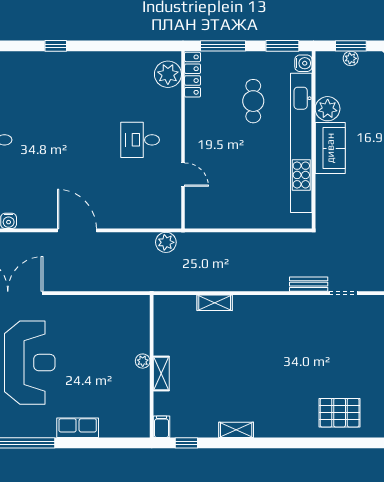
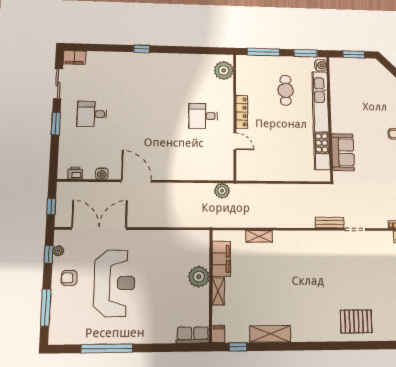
plant: (351, 58) -> (354, 63), removed
locker: (193, 75) -> (242, 112), moved
plant: (328, 109) -> (339, 97), removed
sofa: (330, 148) -> (343, 152), moved
door: (77, 230) -> (136, 181), moved
filing cabinet: (165, 332) -> (221, 259), added
plant: (143, 361) -> (199, 277), width x1.87, depth x1.87
row of seats: (78, 428) -> (193, 335), moved
shelving: (236, 430) -> (270, 334), width x1.50, depth x1.33

